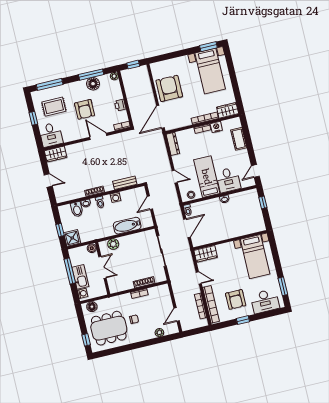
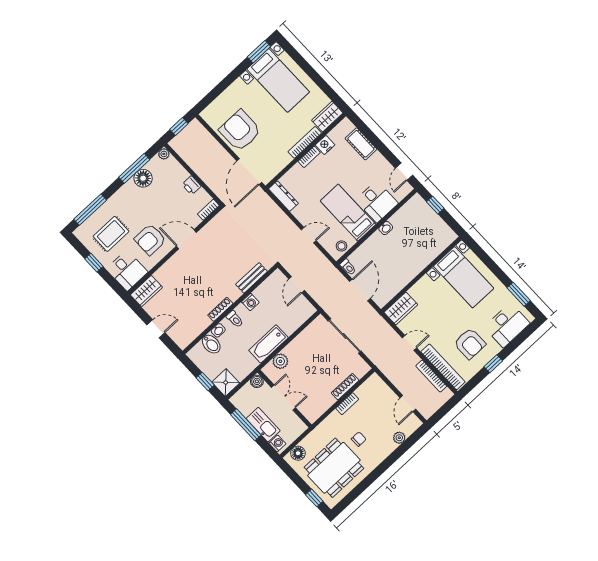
armchair: (85, 109) -> (150, 239), moved, turned 90
bathtub: (127, 226) -> (268, 344), moved

